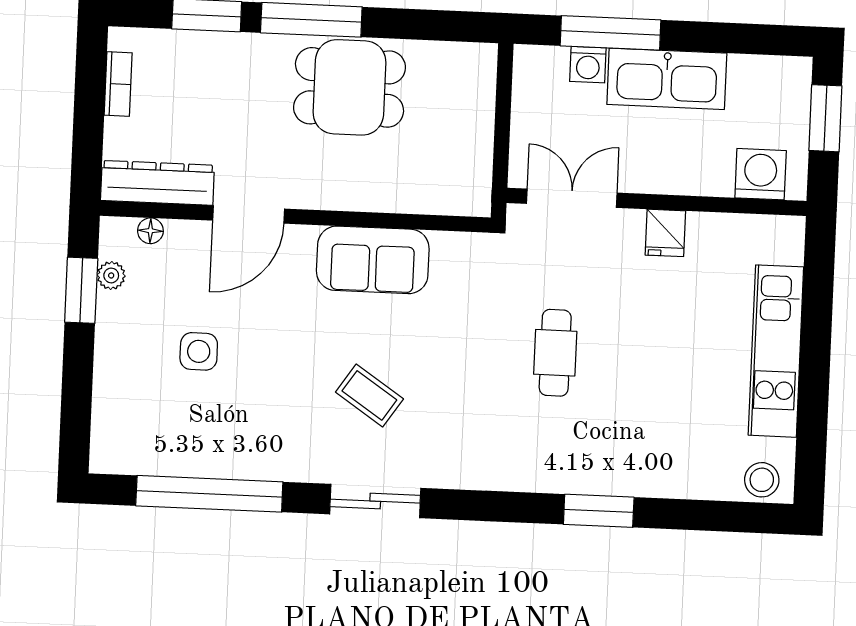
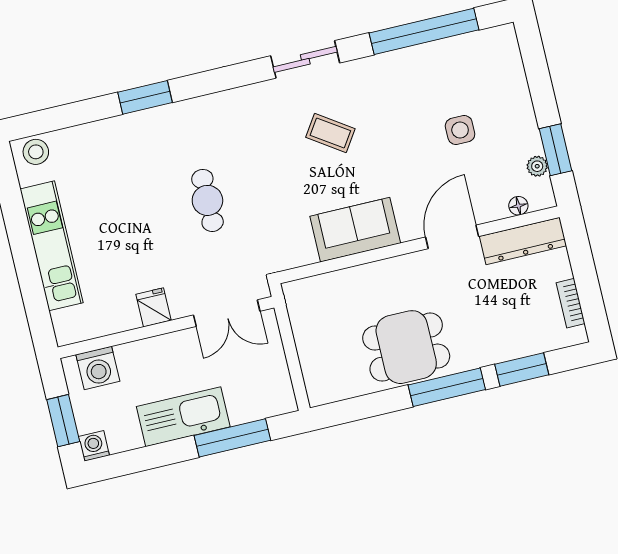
washing machine: (588, 65) -> (94, 446), moved

